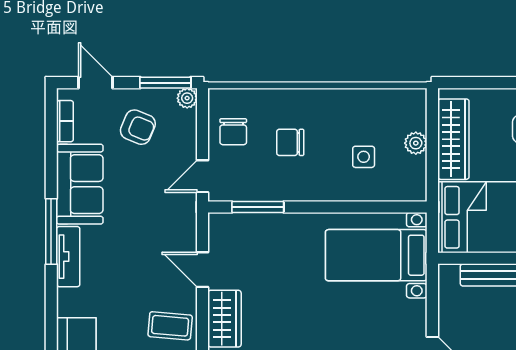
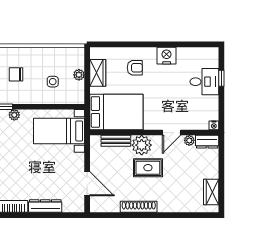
wardrobe: (453, 139) -> (98, 73), width x0.67
plant: (287, 223) -> (14, 115), added

